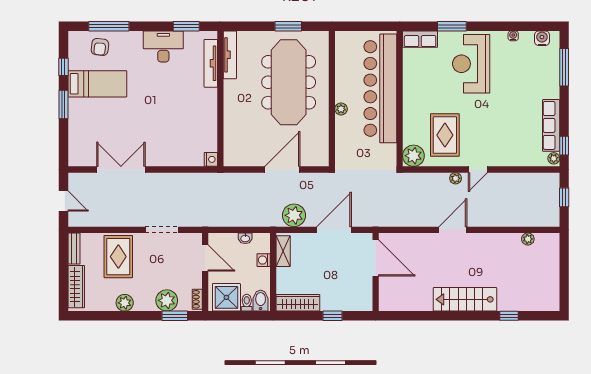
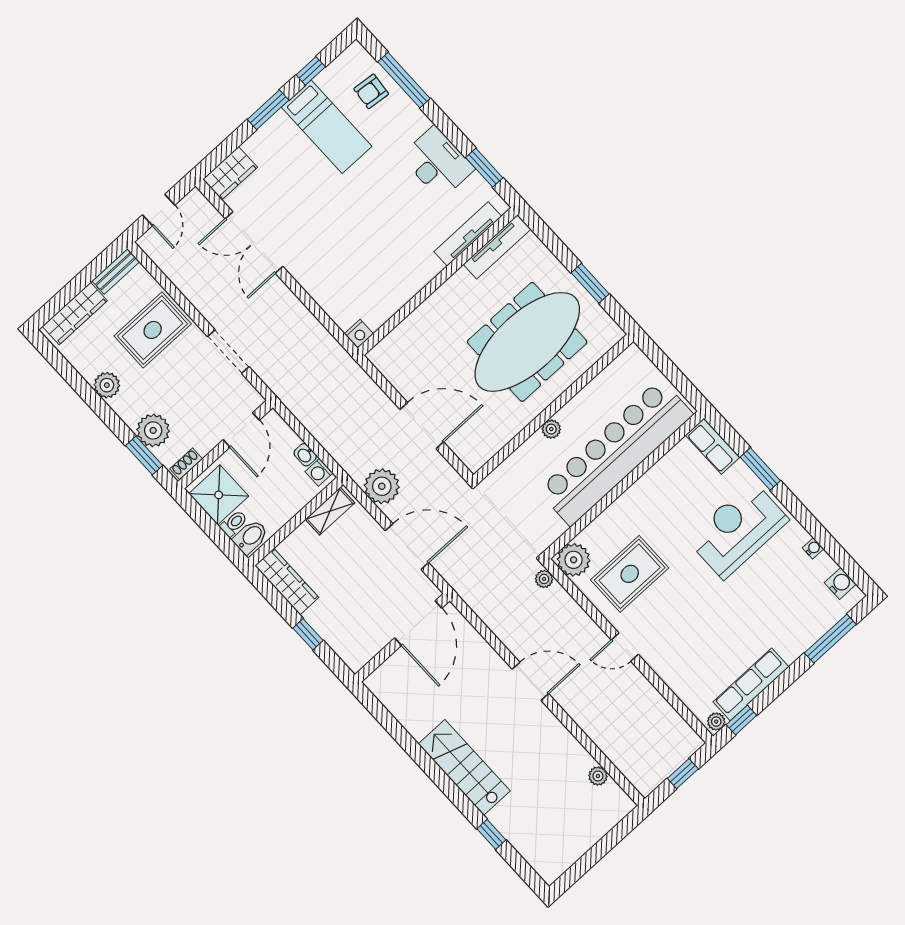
wardrobe: (77, 151) -> (230, 173), added
double door: (121, 170) -> (254, 243), swing flipped
plant: (456, 178) -> (544, 579), moved
washing machine: (264, 260) -> (319, 472), moved, turned -90

